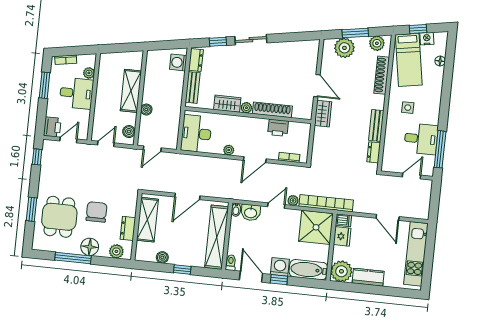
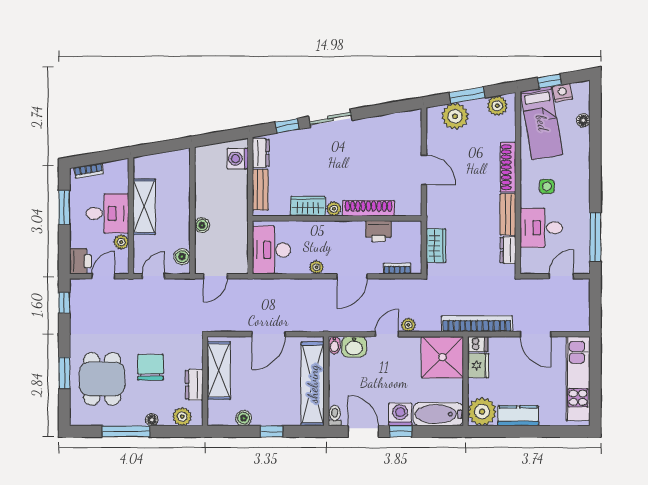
plant: (89, 73) -> (121, 242), moved
shoe rack: (382, 75) -> (508, 167), moved
shelving: (131, 91) -> (144, 207), moved
wardrobe: (323, 114) -> (436, 246), moved
desk: (421, 139) -> (541, 228), moved, turned 180
bookcase: (326, 203) -> (477, 324), moved
floor lamp: (90, 247) -> (152, 420), width x0.53, depth x0.53

